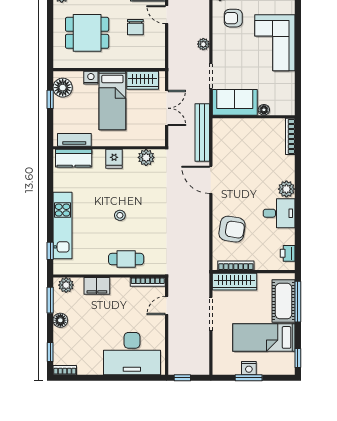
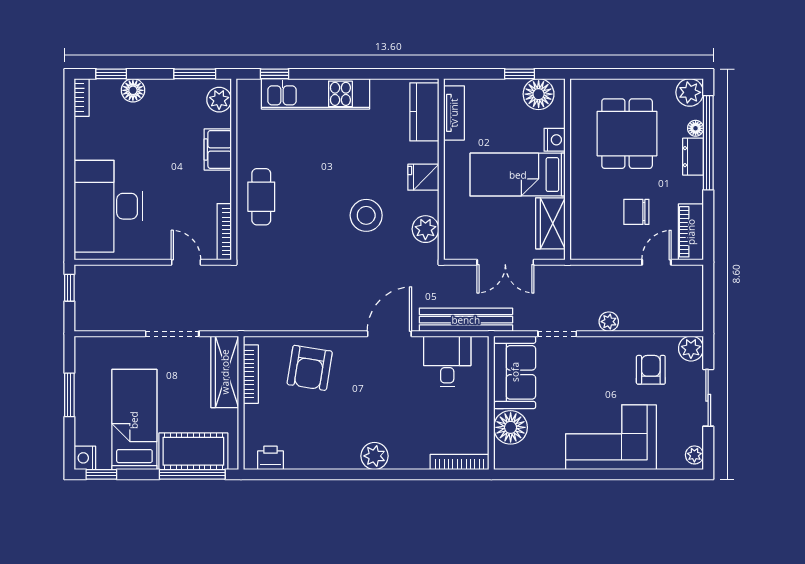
floor lamp: (264, 110) -> (511, 427), width x1.89, depth x1.89
desk: (279, 213) -> (447, 362), moved, turned 180
stool: (120, 215) -> (366, 215), moved, width x1.89, depth x1.89
floor lamp: (60, 320) -> (133, 90), moved
nightstand: (249, 368) -> (85, 458), moved

